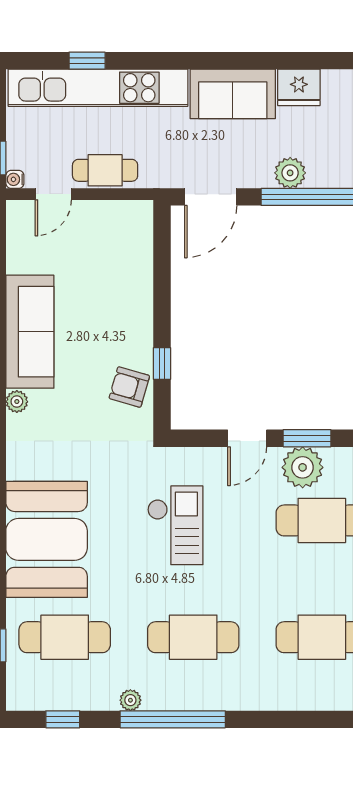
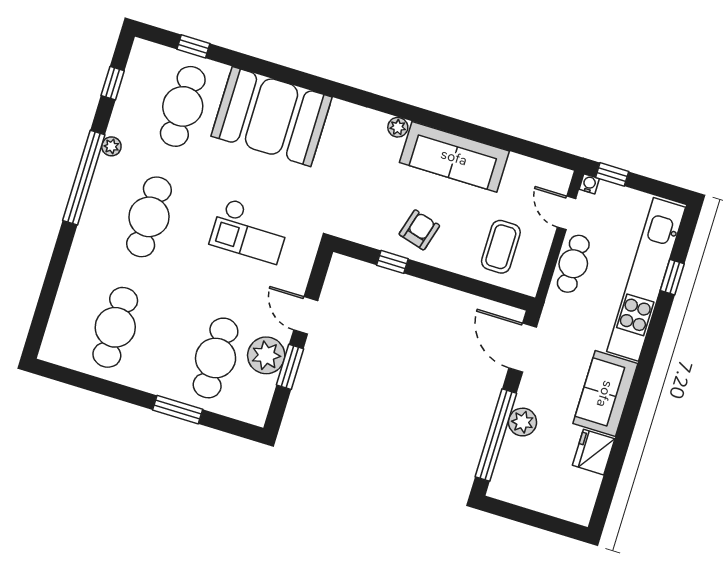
coffee table: (111, 253) -> (501, 247), added
armchair: (129, 387) -> (419, 230), moved

